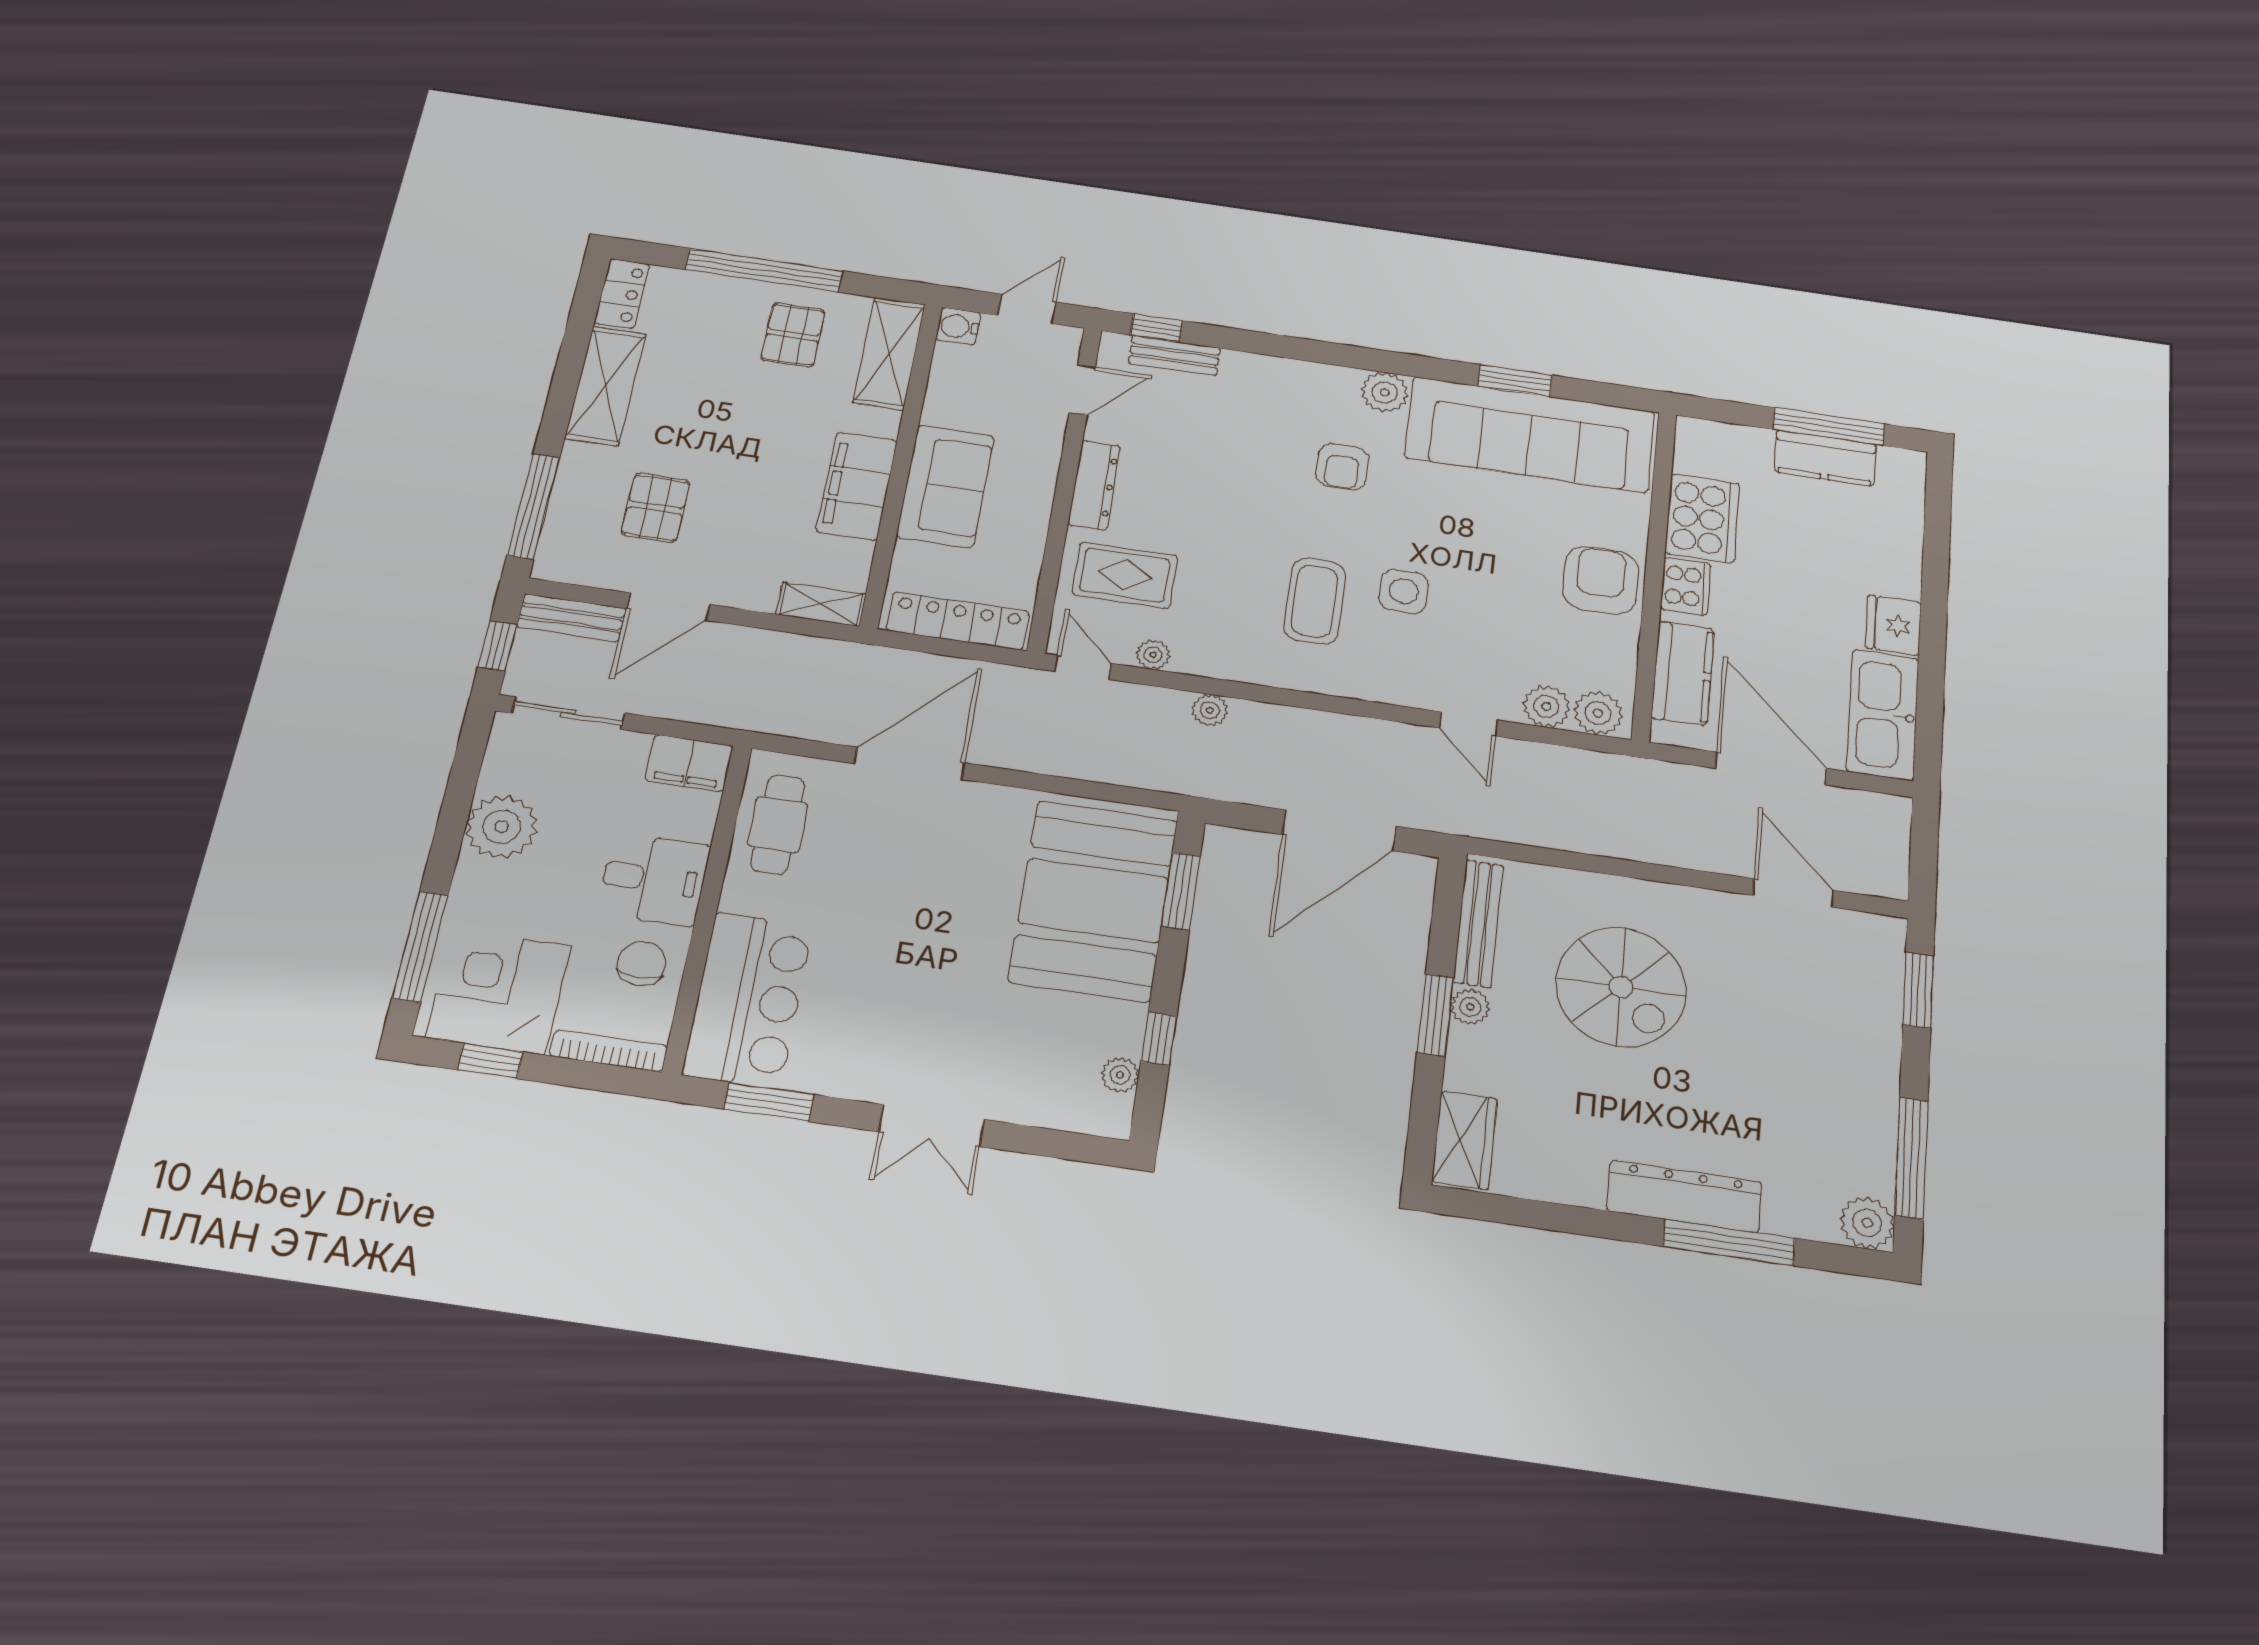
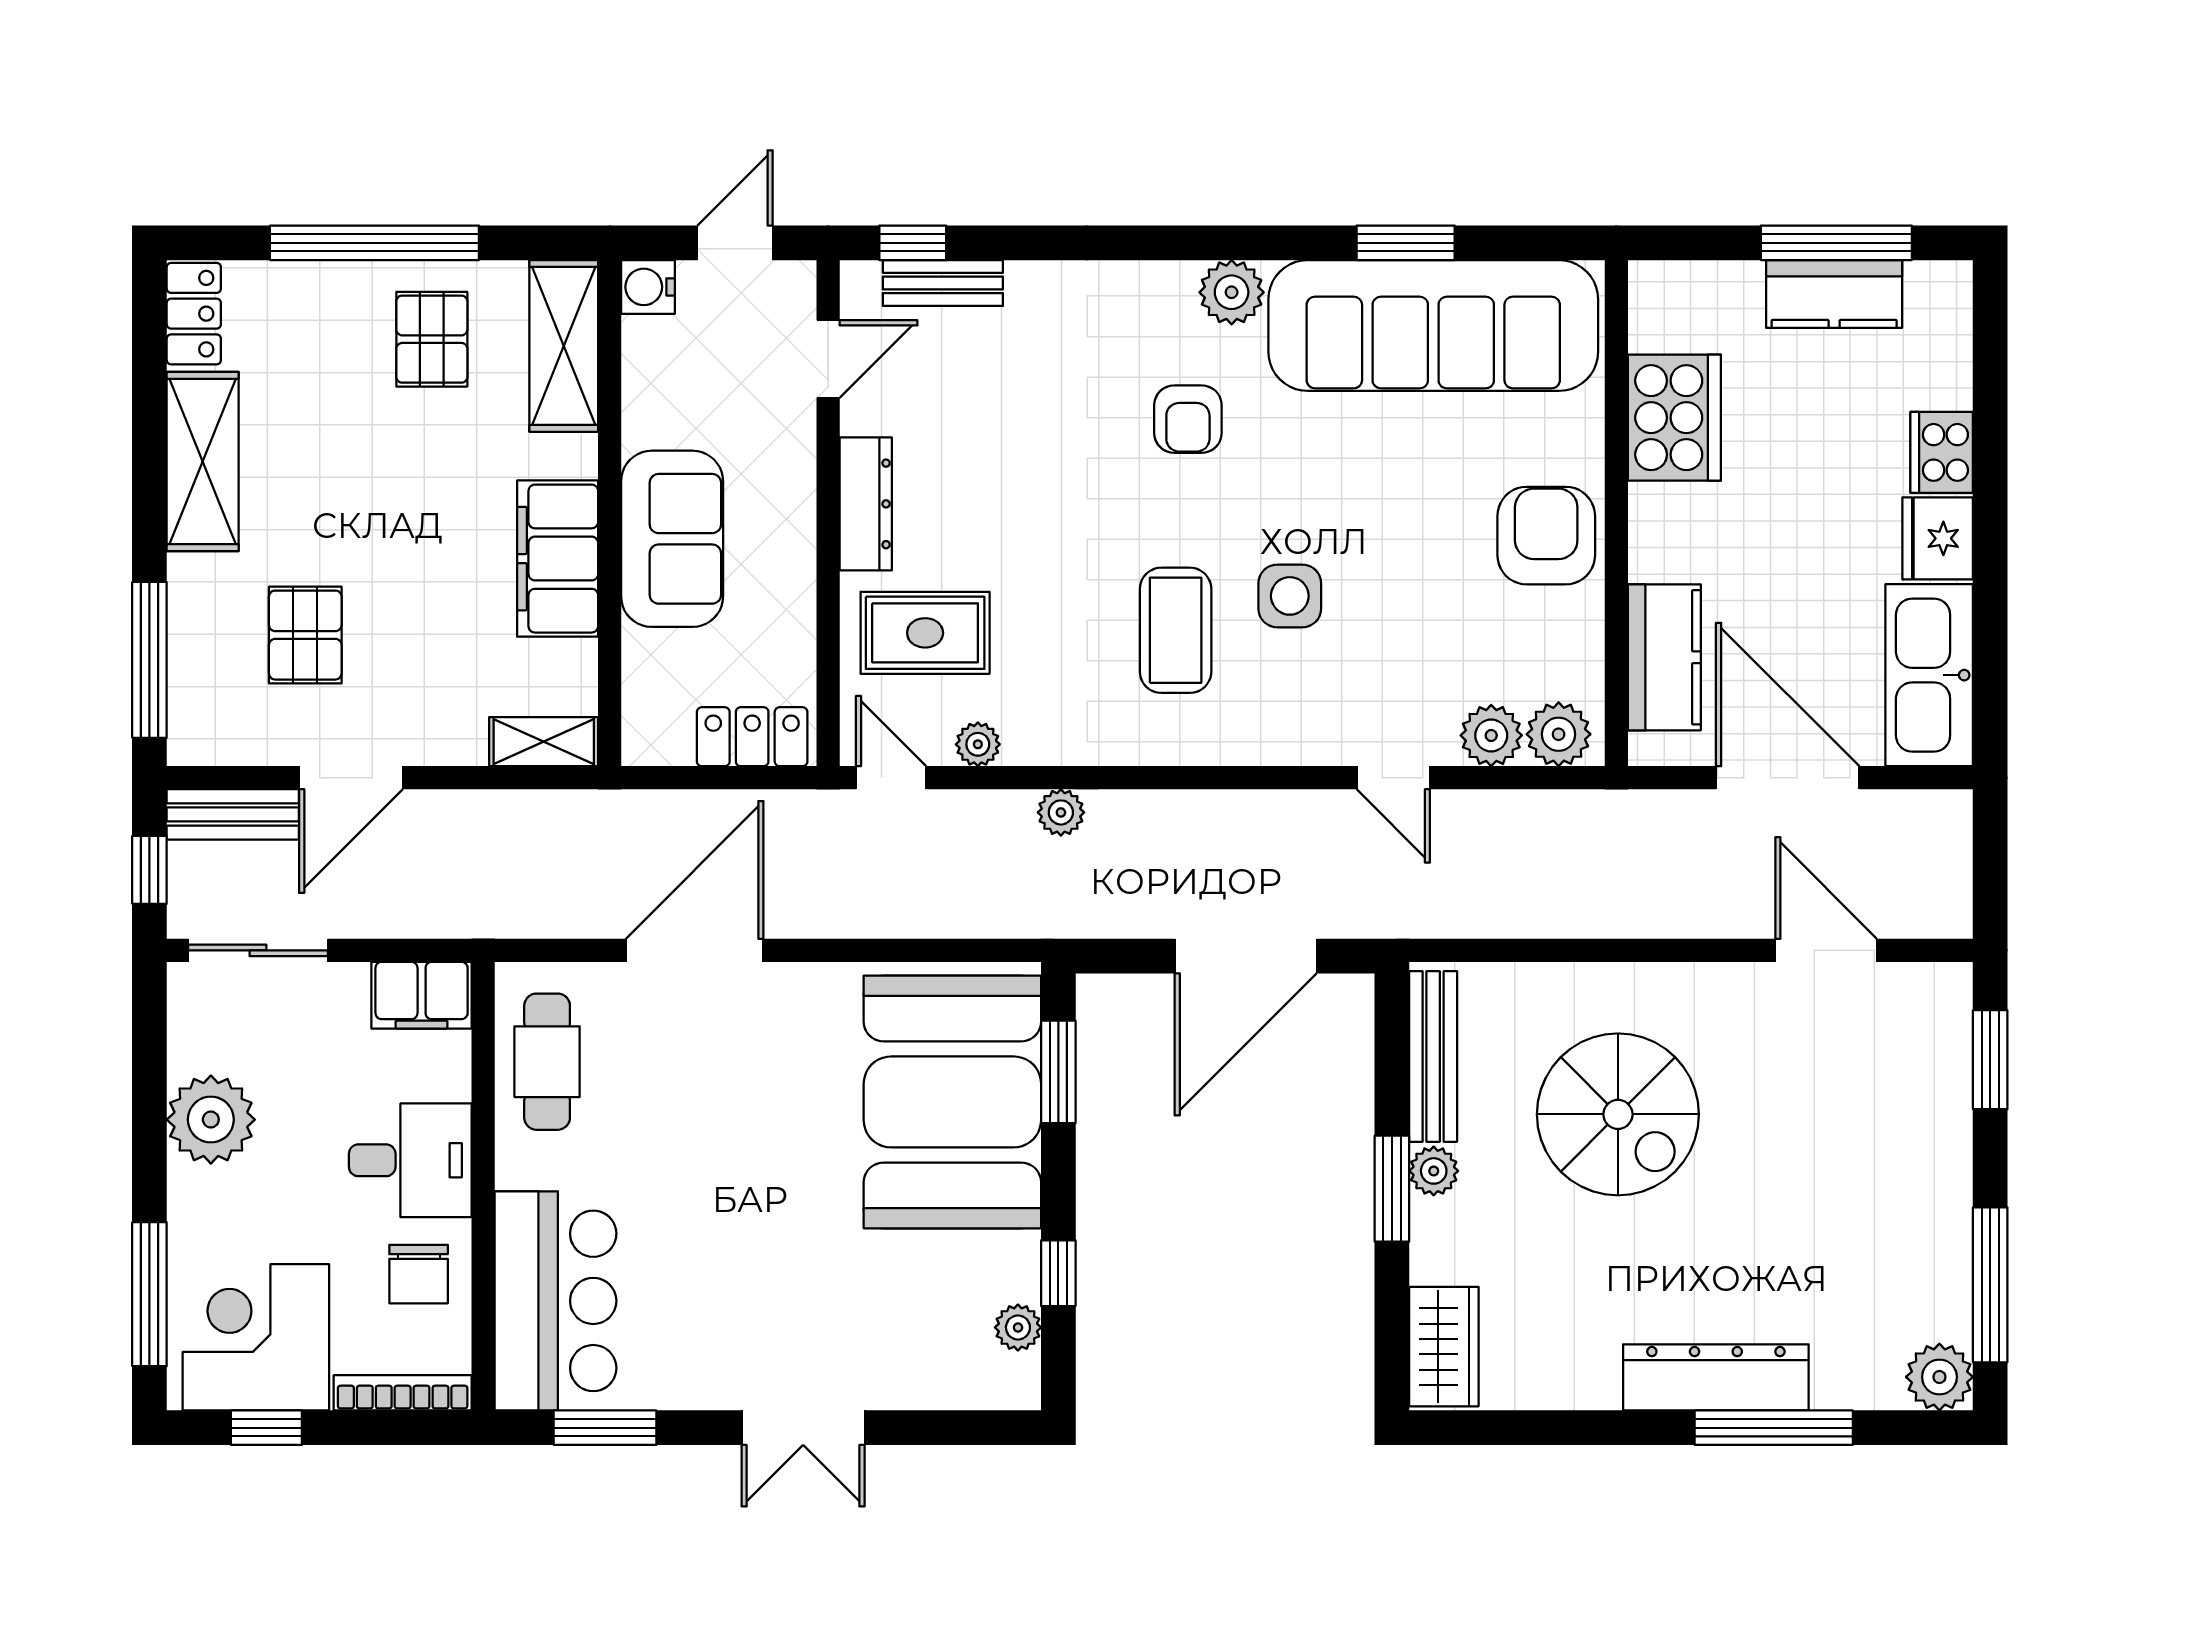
cooker: (1686, 586) -> (1942, 452), moved, turned 180
locker: (958, 621) -> (752, 737), width x0.66
chair: (642, 964) -> (419, 1274), turned 180

